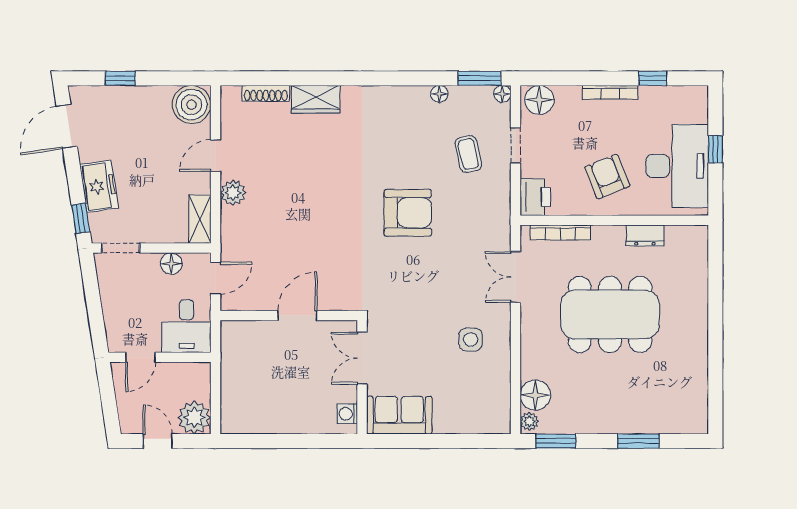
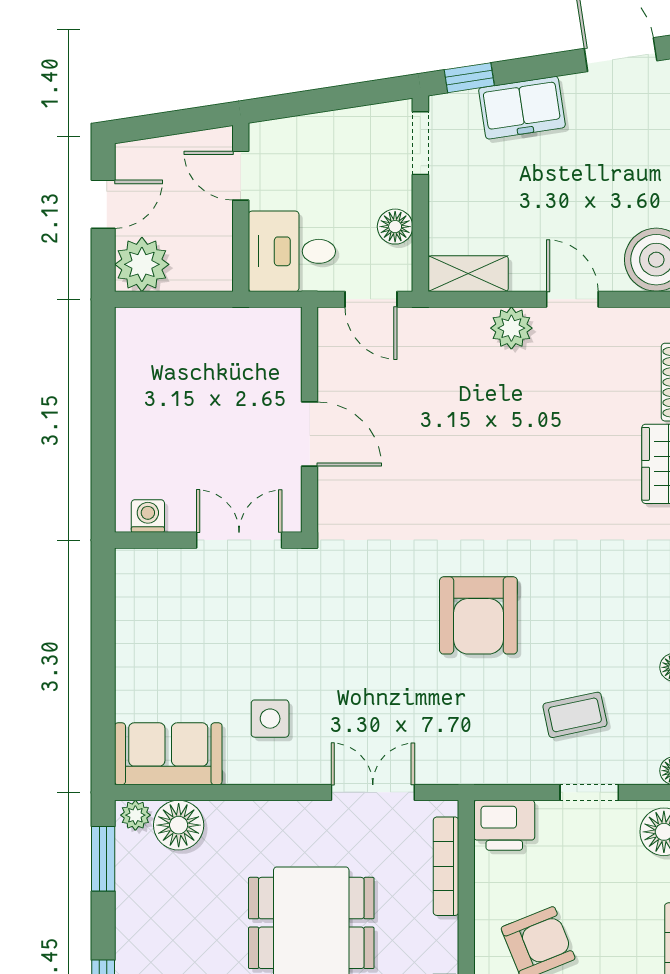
sofa: (399, 415) -> (168, 754), moved, turned -90

